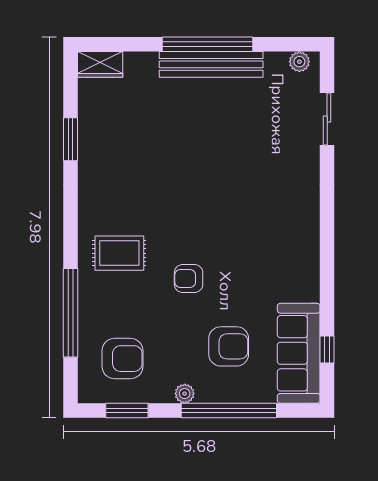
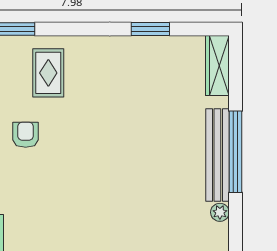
plant: (299, 62) -> (220, 212), moved
wardrobe: (100, 64) -> (217, 66), width x1.50

